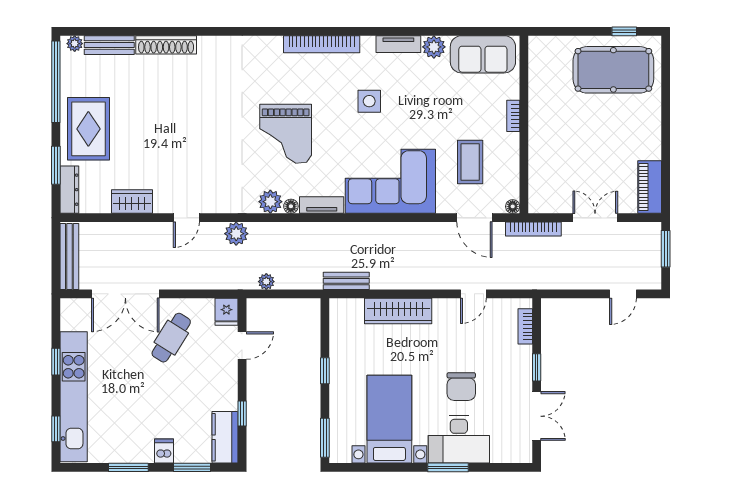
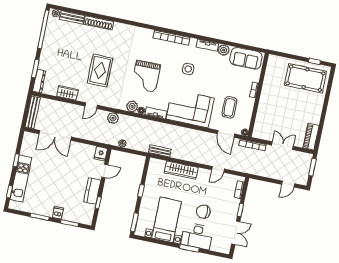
rug: (88, 129) -> (100, 71), moved
cafe table: (171, 338) -> (72, 160), removed
chair: (461, 387) -> (203, 212), turned 90
kitchen unit: (74, 397) -> (21, 178), width x0.73
kitchen counter: (225, 437) -> (92, 191), moved

